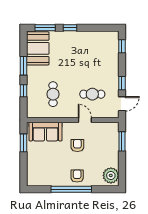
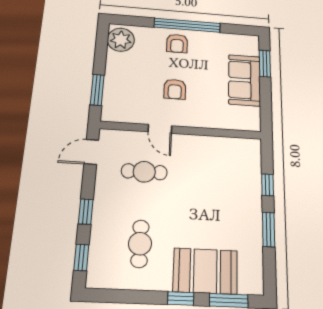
booth: (38, 48) -> (205, 271), moved, turned 90
window: (122, 83) -> (86, 212), moved
cafe table: (53, 94) -> (140, 244), moved
sofa: (46, 132) -> (244, 80), moved, turned -90
window: (23, 143) -> (265, 63), moved

